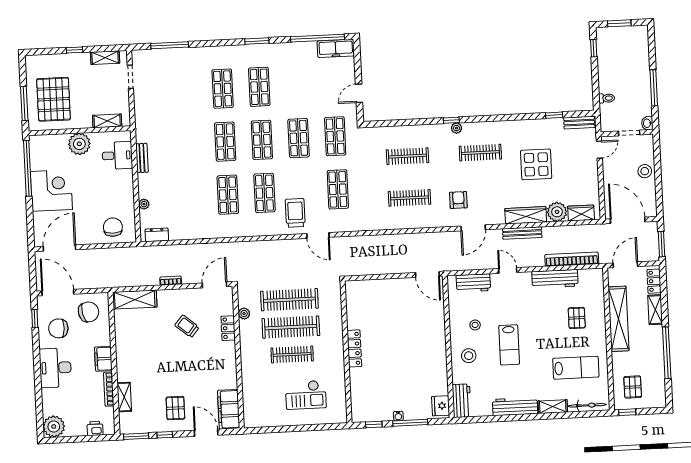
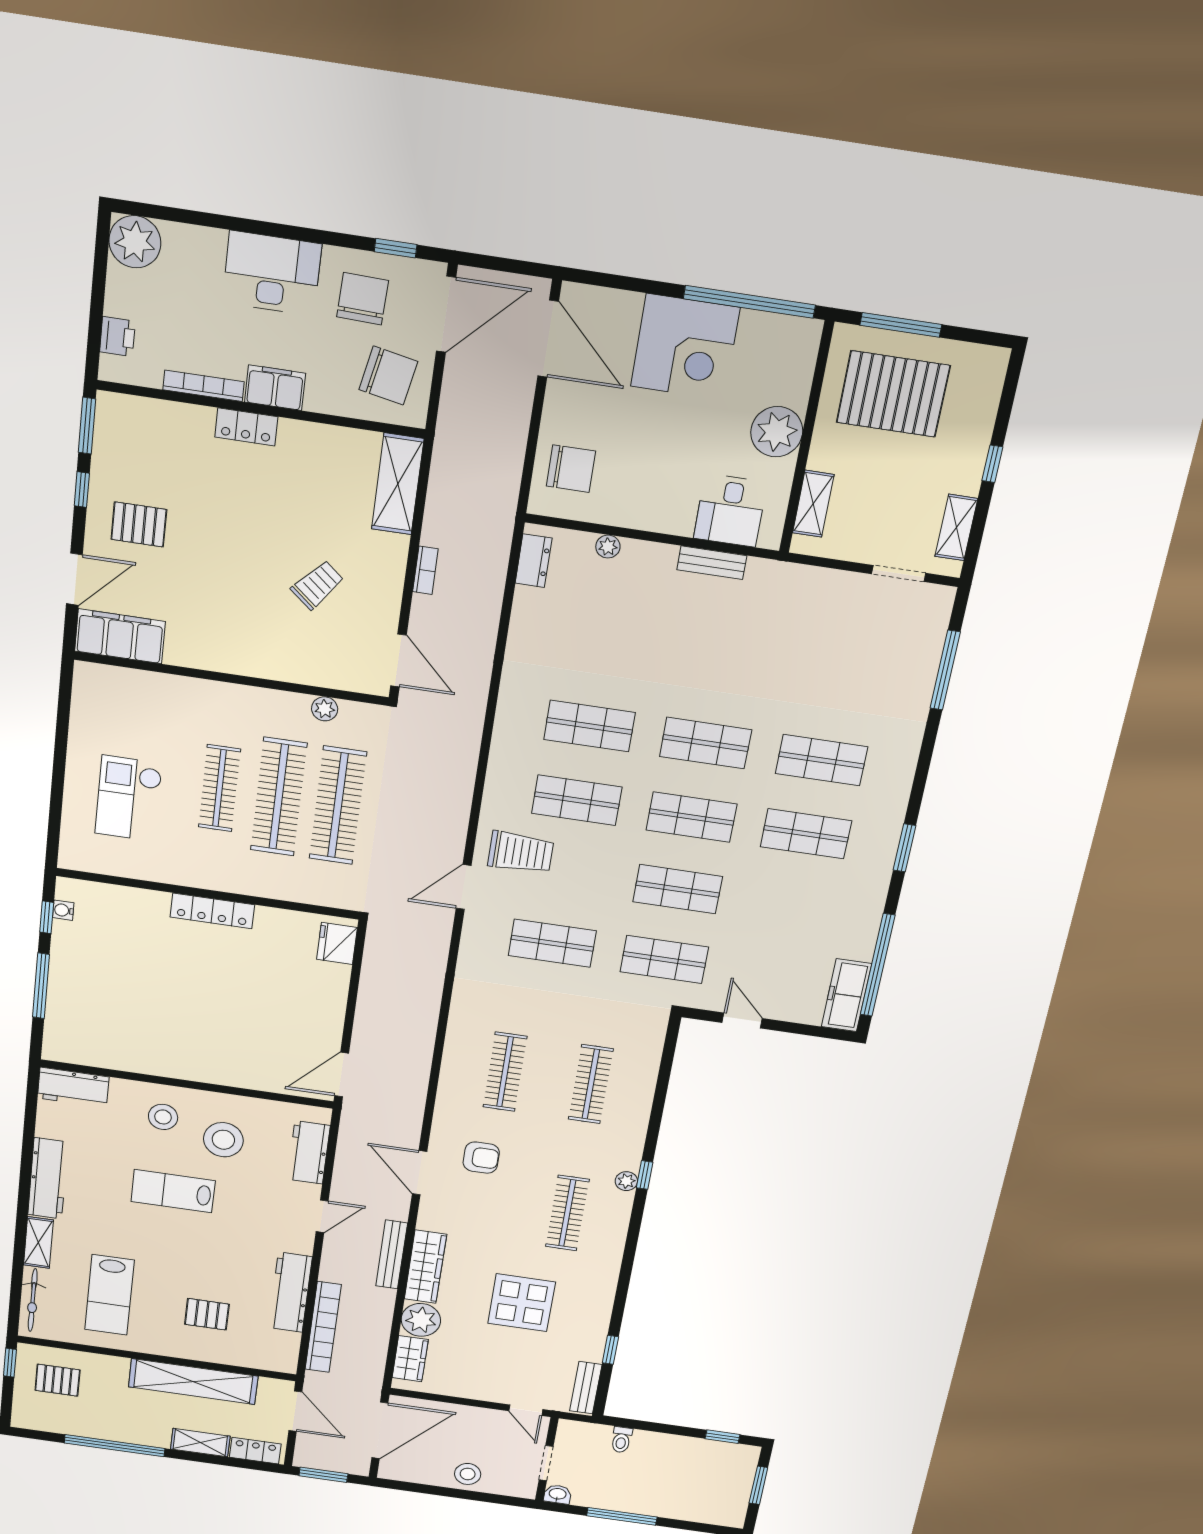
chair: (88, 312) -> (388, 376), turned -66
stool: (475, 325) -> (223, 1140), width x1.89, depth x1.89
locker: (228, 328) -> (246, 427), moved, turned 180
shelving: (124, 397) -> (180, 417), removed
fridge: (441, 406) -> (337, 943), moved, turned -90
water cooler: (398, 416) -> (63, 910), moved

